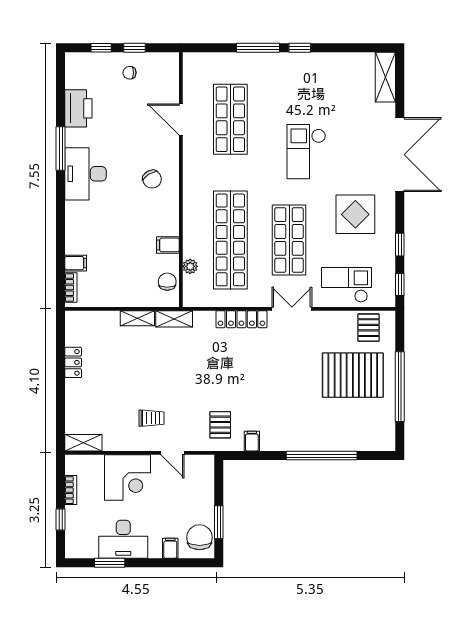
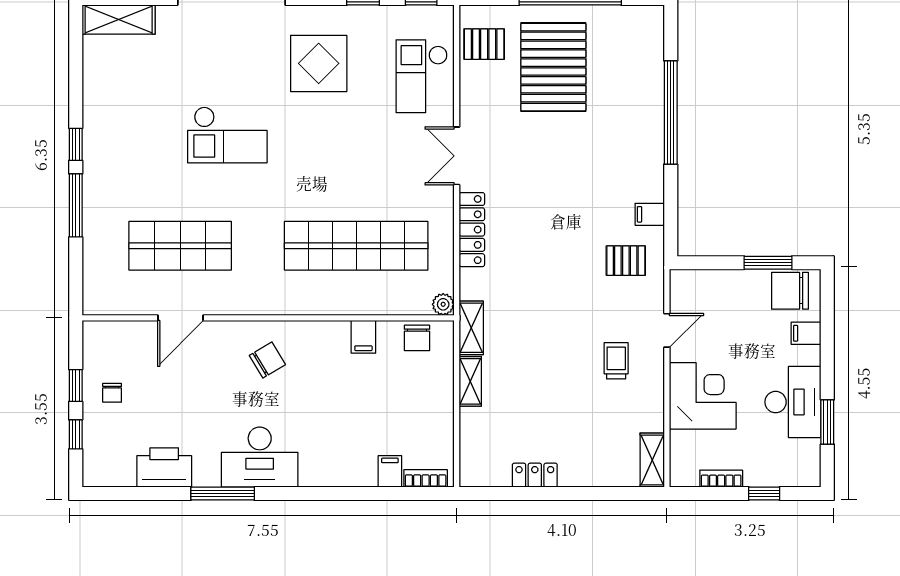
shop shelf: (289, 240) -> (356, 160), removed
plant: (190, 266) -> (443, 304), moved
chair: (167, 282) -> (417, 338), turned -90

